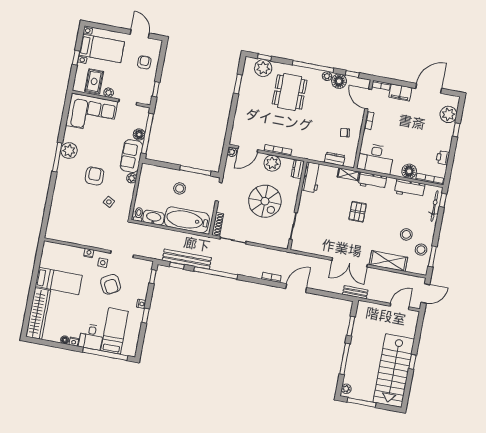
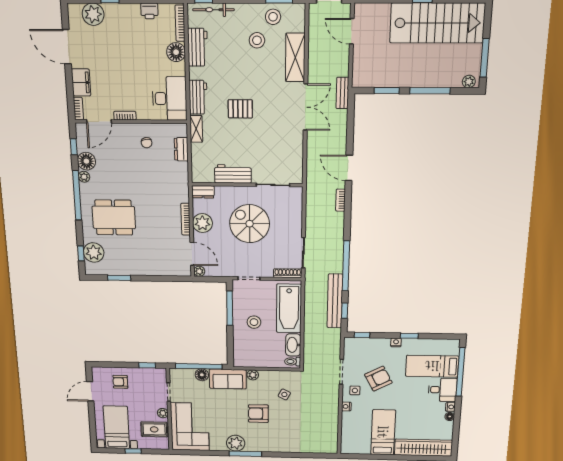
workbench: (311, 177) -> (233, 174), moved
spiral stairs: (265, 201) -> (250, 224), turned -90

